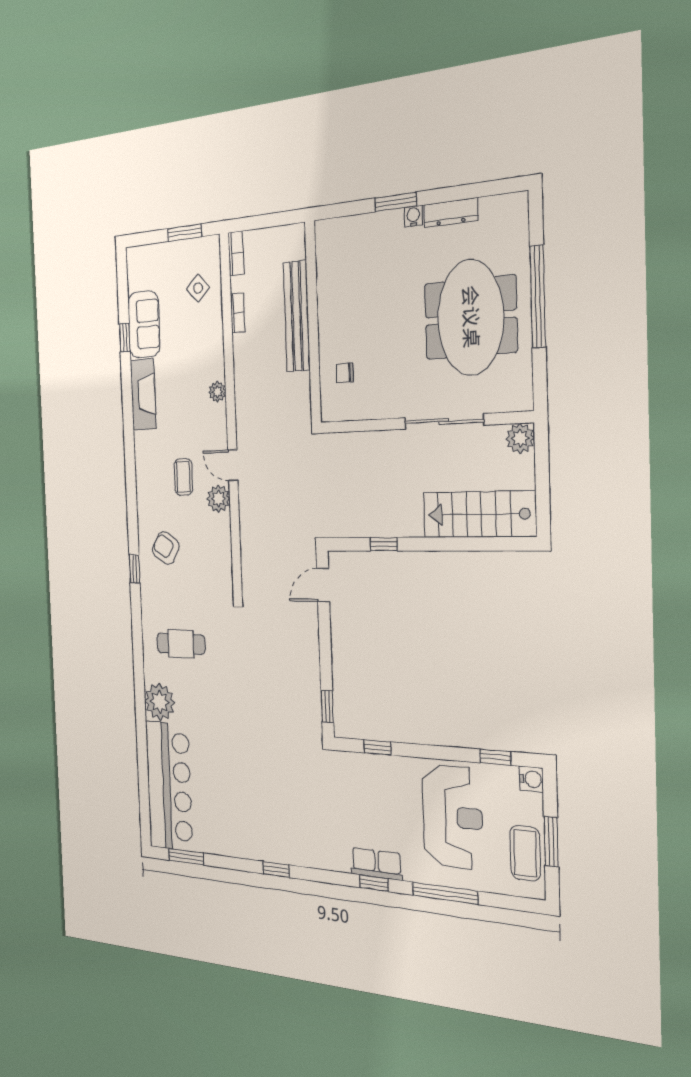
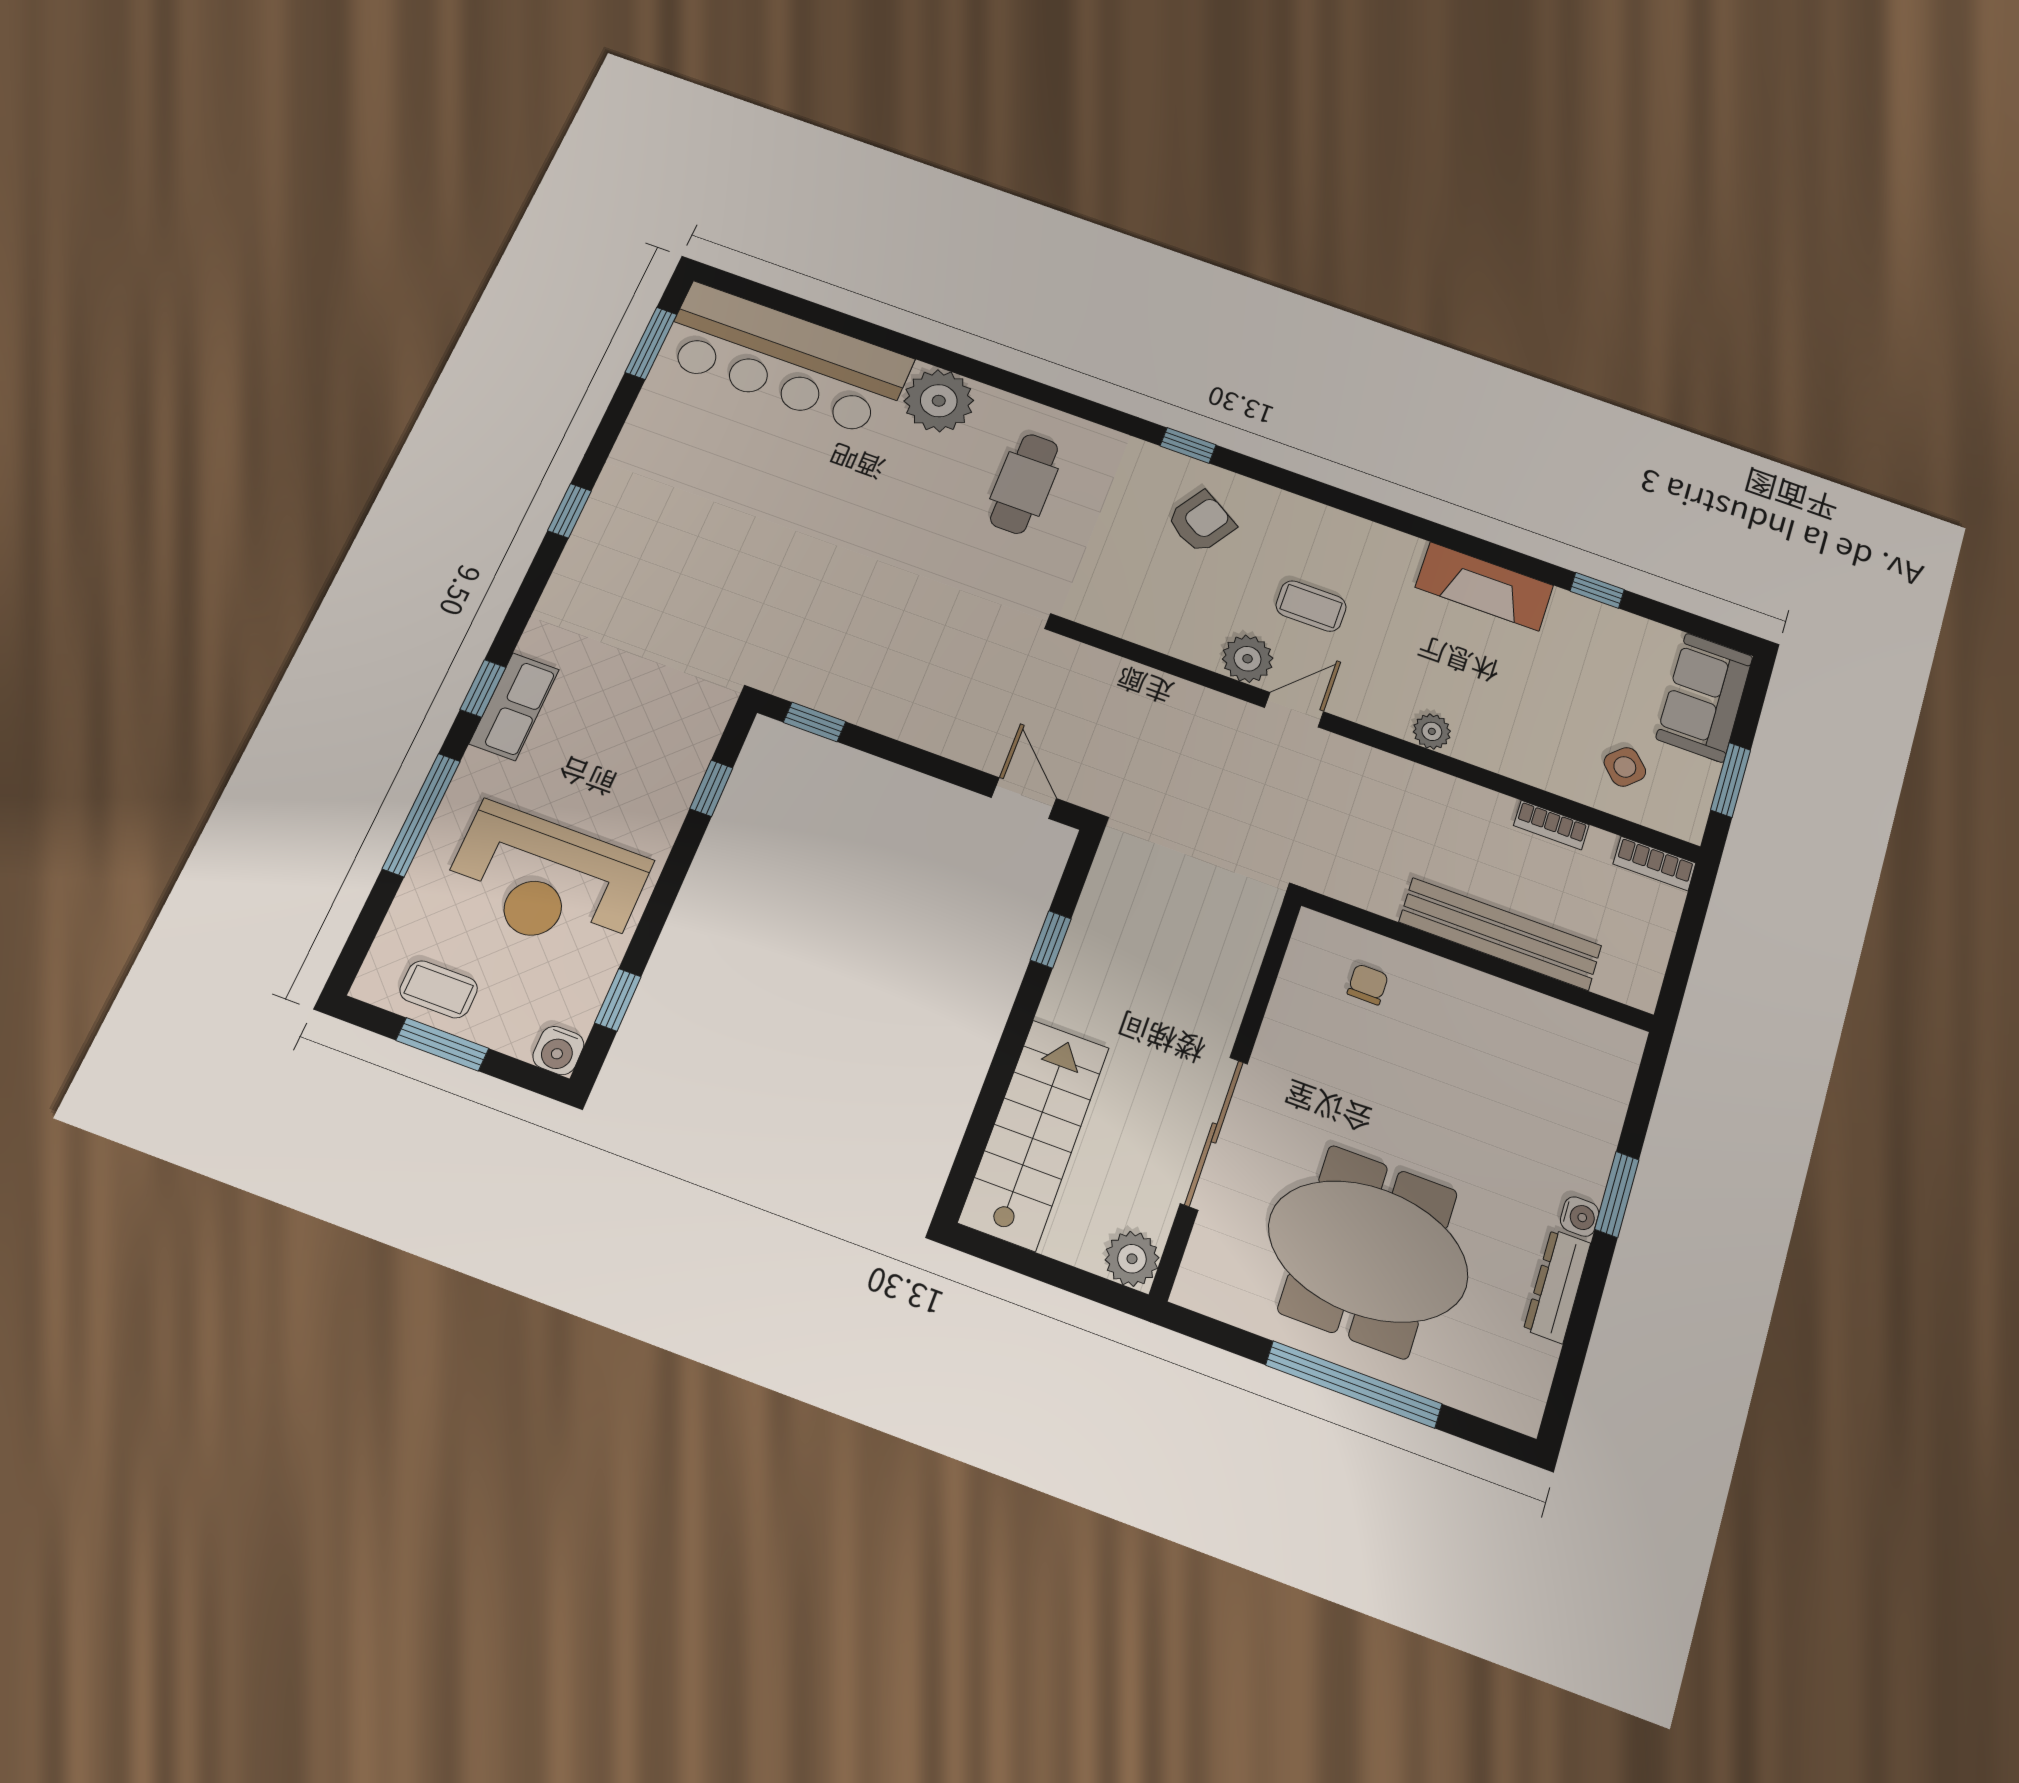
sofa: (144, 324) -> (1705, 697), moved, turned 90
coffee table: (525, 853) -> (439, 989), width x0.73, depth x0.77

